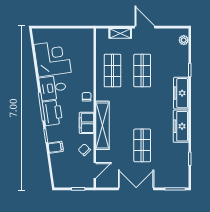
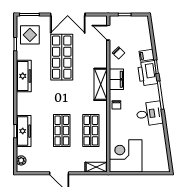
shelving: (120, 33) -> (96, 167), moved
corner desk: (53, 58) -> (126, 156), moved, turned 98
freezer: (181, 93) -> (24, 131), moved
printer: (52, 113) -> (148, 73), moved
shelving: (103, 125) -> (101, 84), width x0.68
shop shelf: (142, 145) -> (62, 57), width x1.43, depth x1.36
display table: (175, 168) -> (30, 35), added
door: (95, 170) -> (108, 33), hinge flipped

